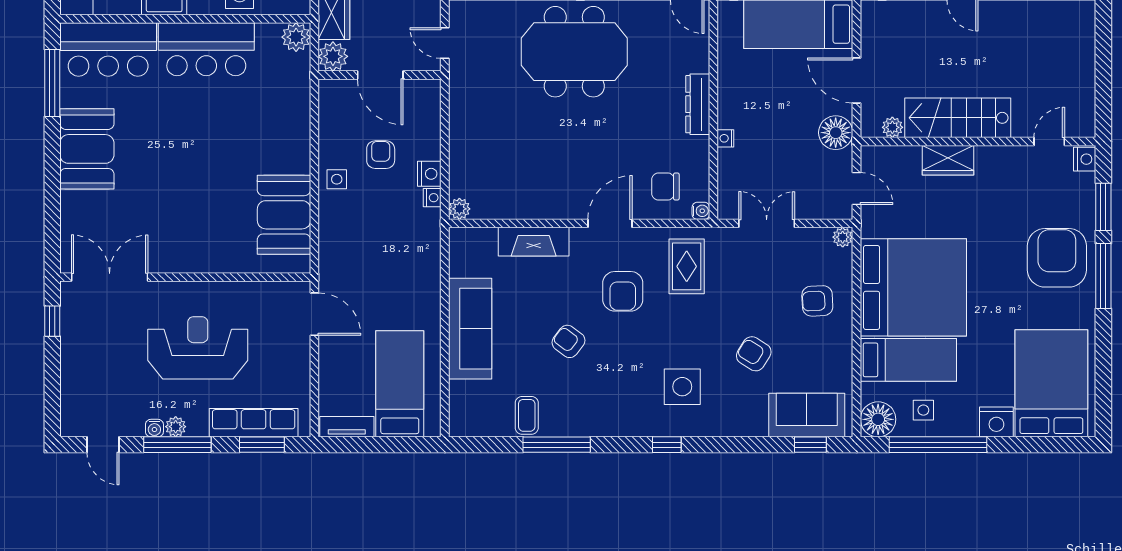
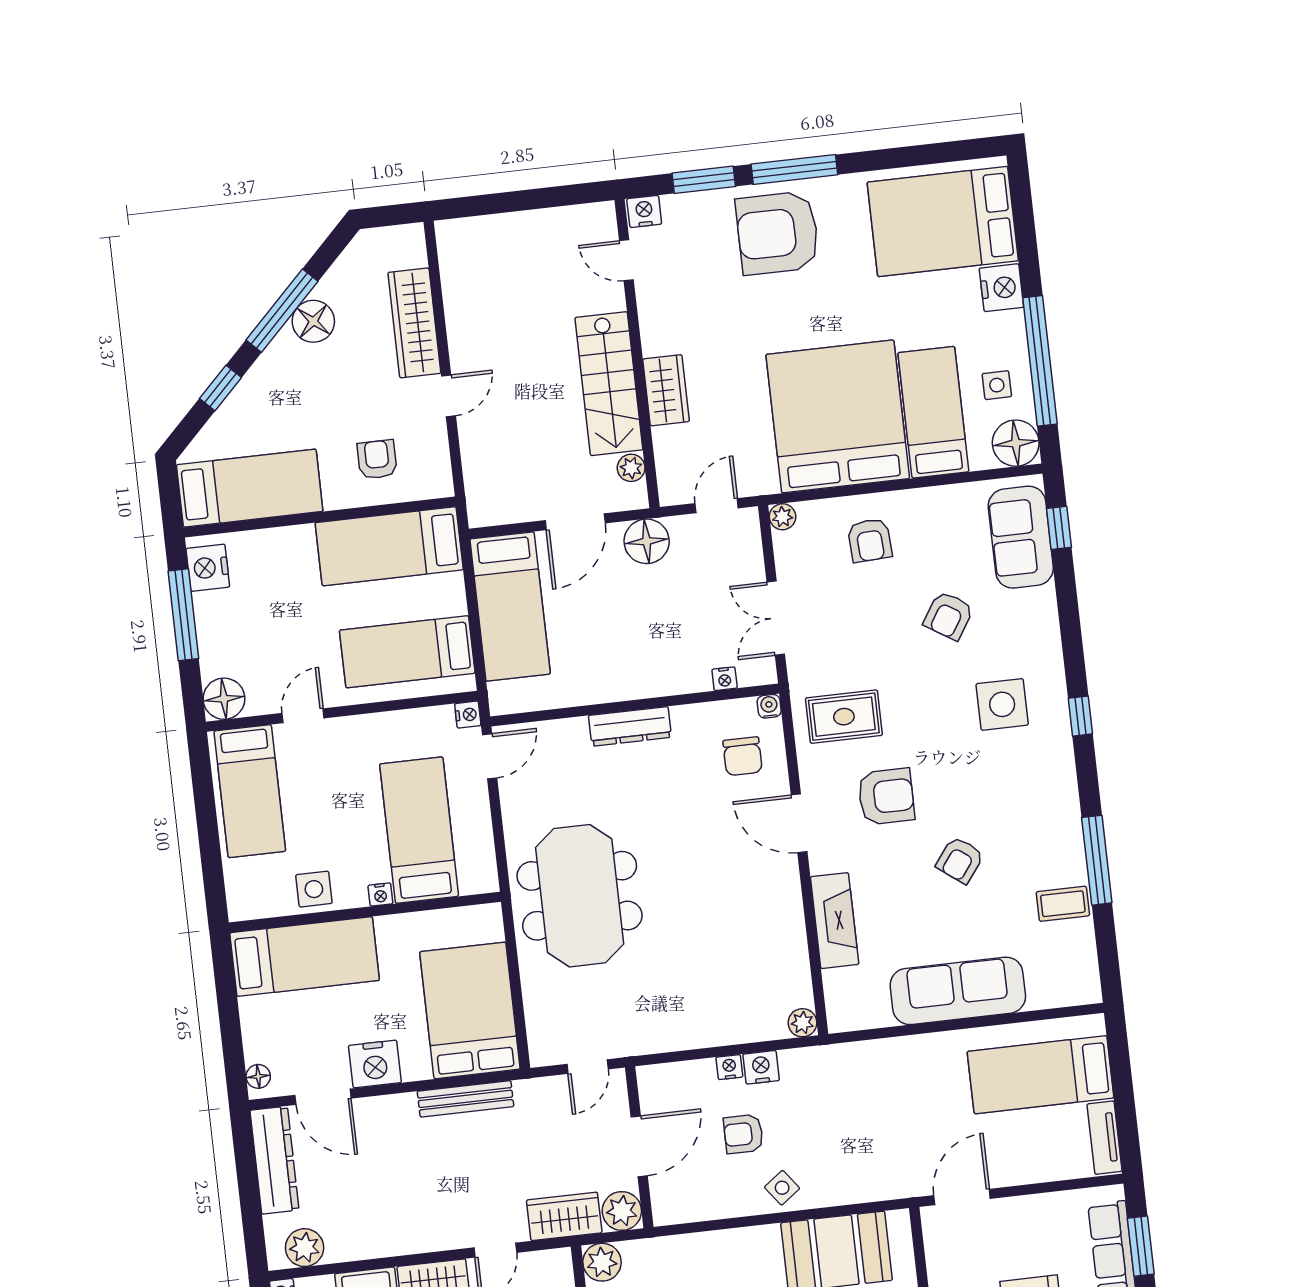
nightstand: (725, 138) -> (725, 679), moved
side table: (337, 179) -> (782, 1188), turned -37
nightstand: (432, 198) -> (729, 1067), moved

